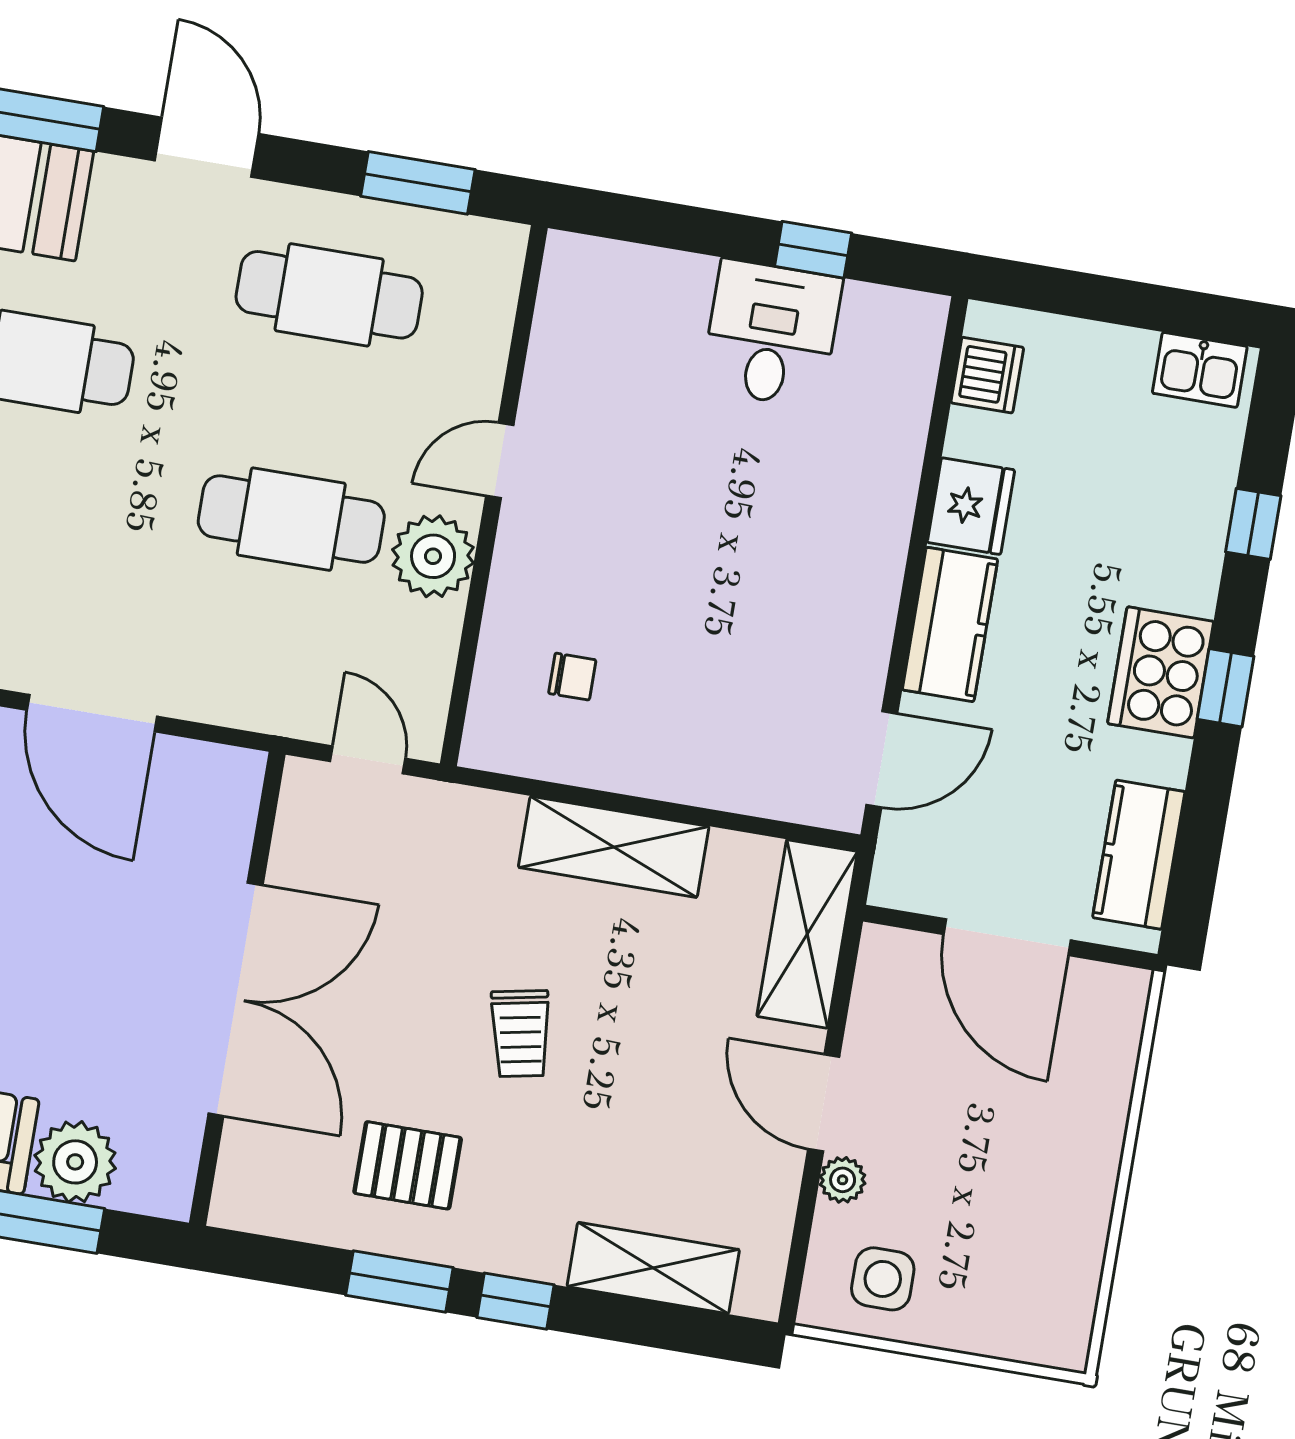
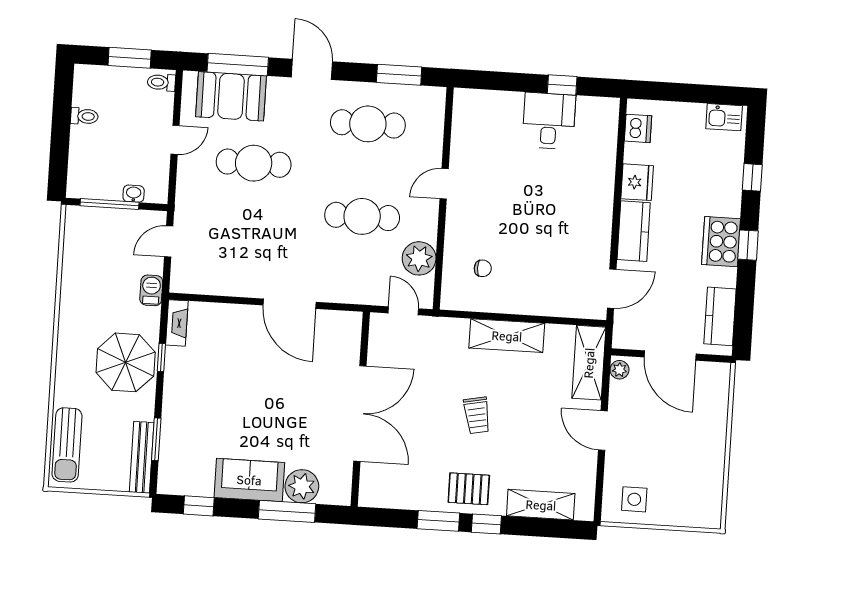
plant: (433, 556) -> (419, 258), moved
pallet: (408, 1165) -> (469, 489), moved
plant: (843, 1180) -> (619, 370), moved

